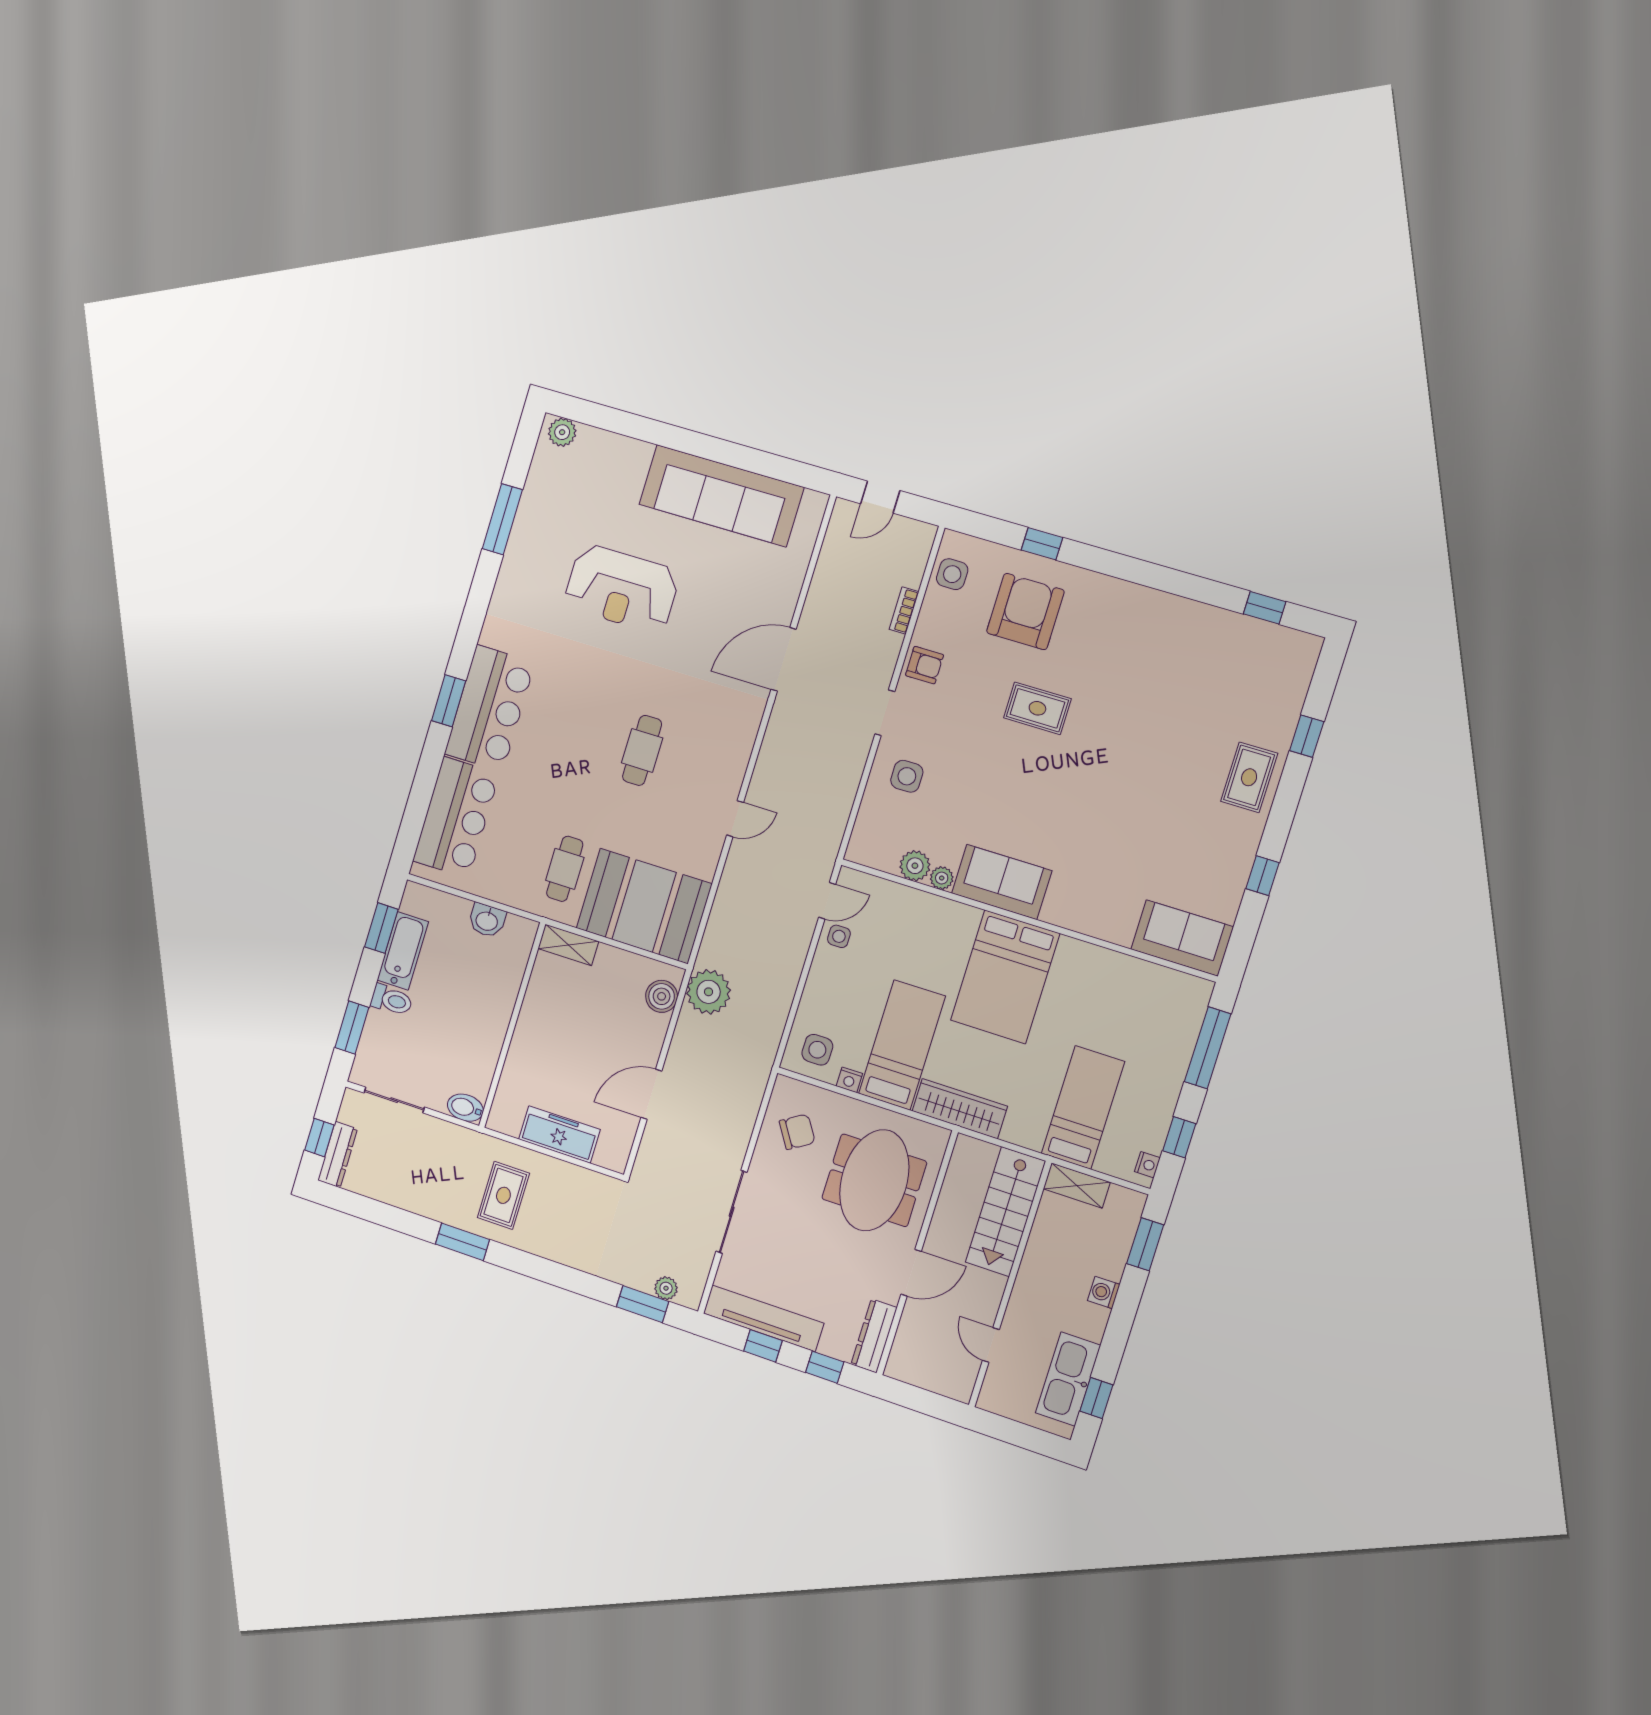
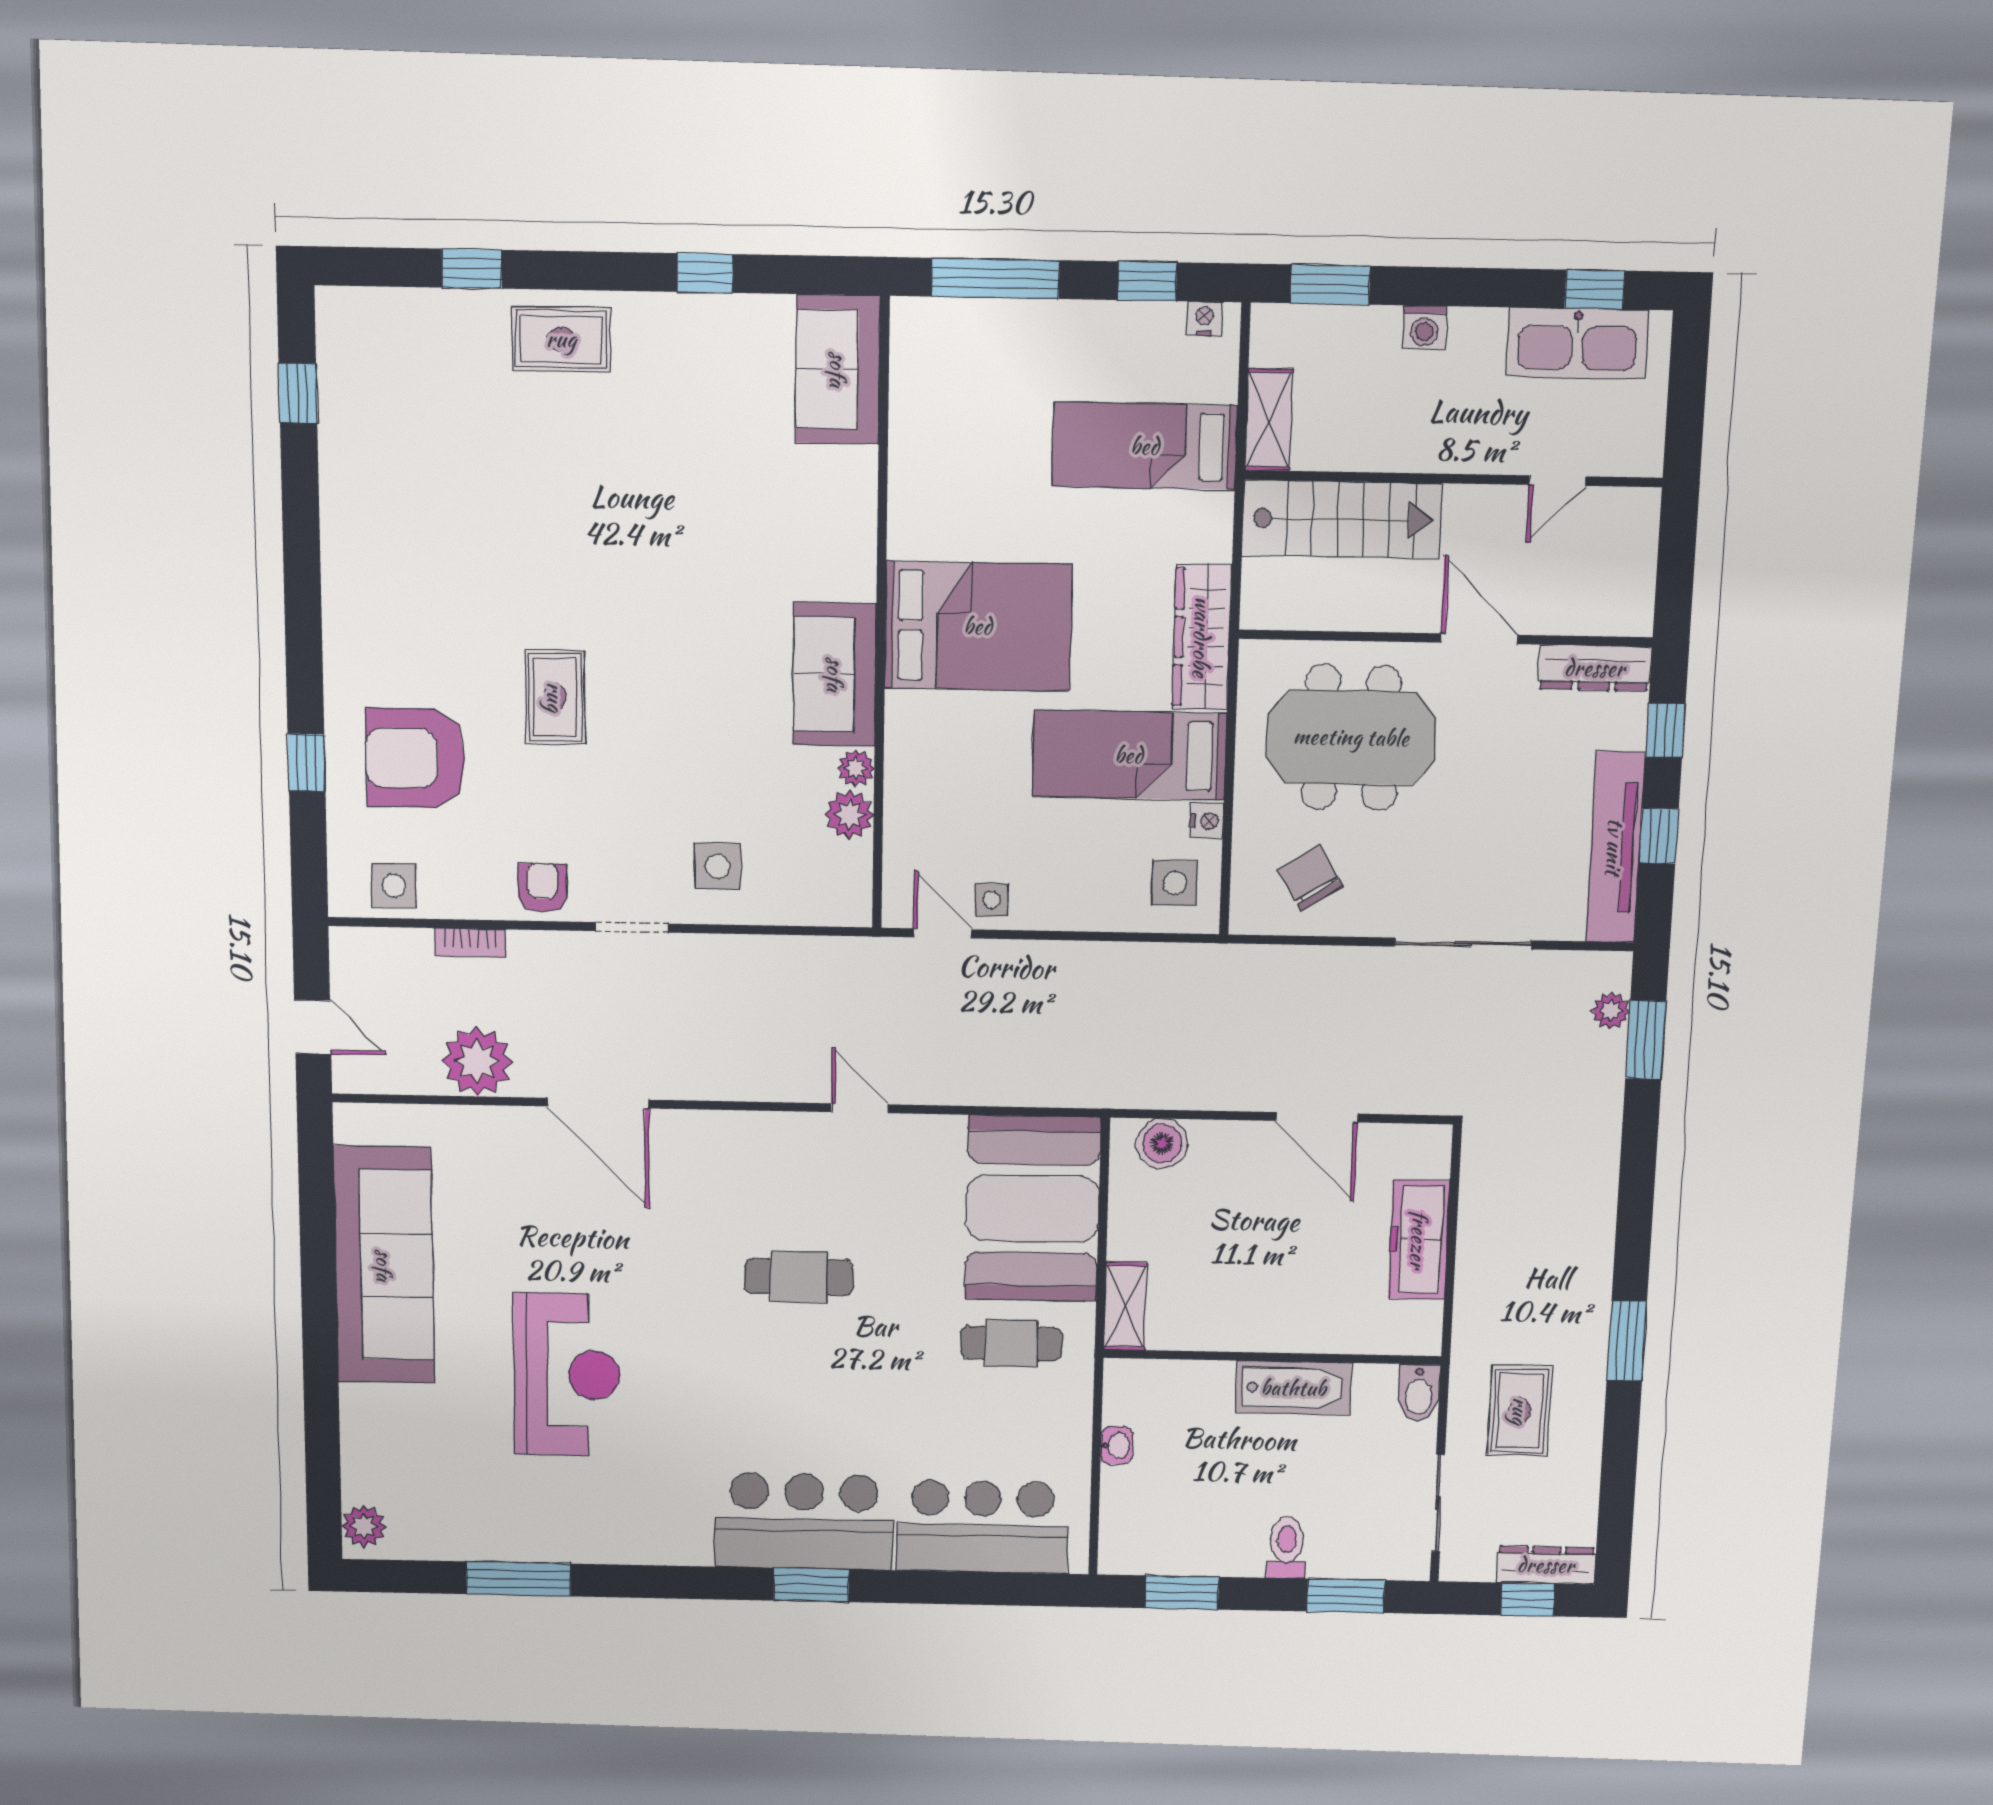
washbasin: (487, 920) -> (1117, 1445), width x0.72, depth x0.69
bathtub: (403, 951) -> (1293, 1388), moved, turned 180
plant: (709, 992) -> (477, 1061), moved
rug: (503, 1195) -> (1520, 1411), moved, turned 90

